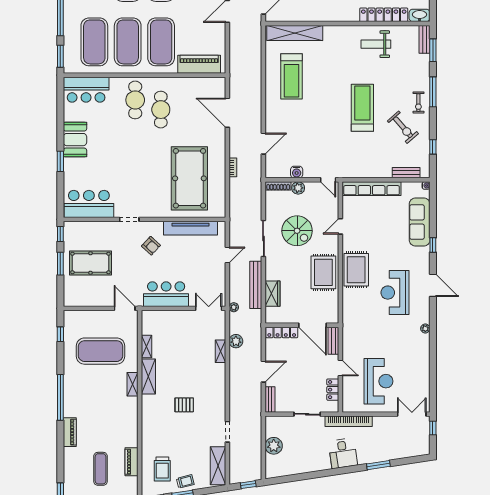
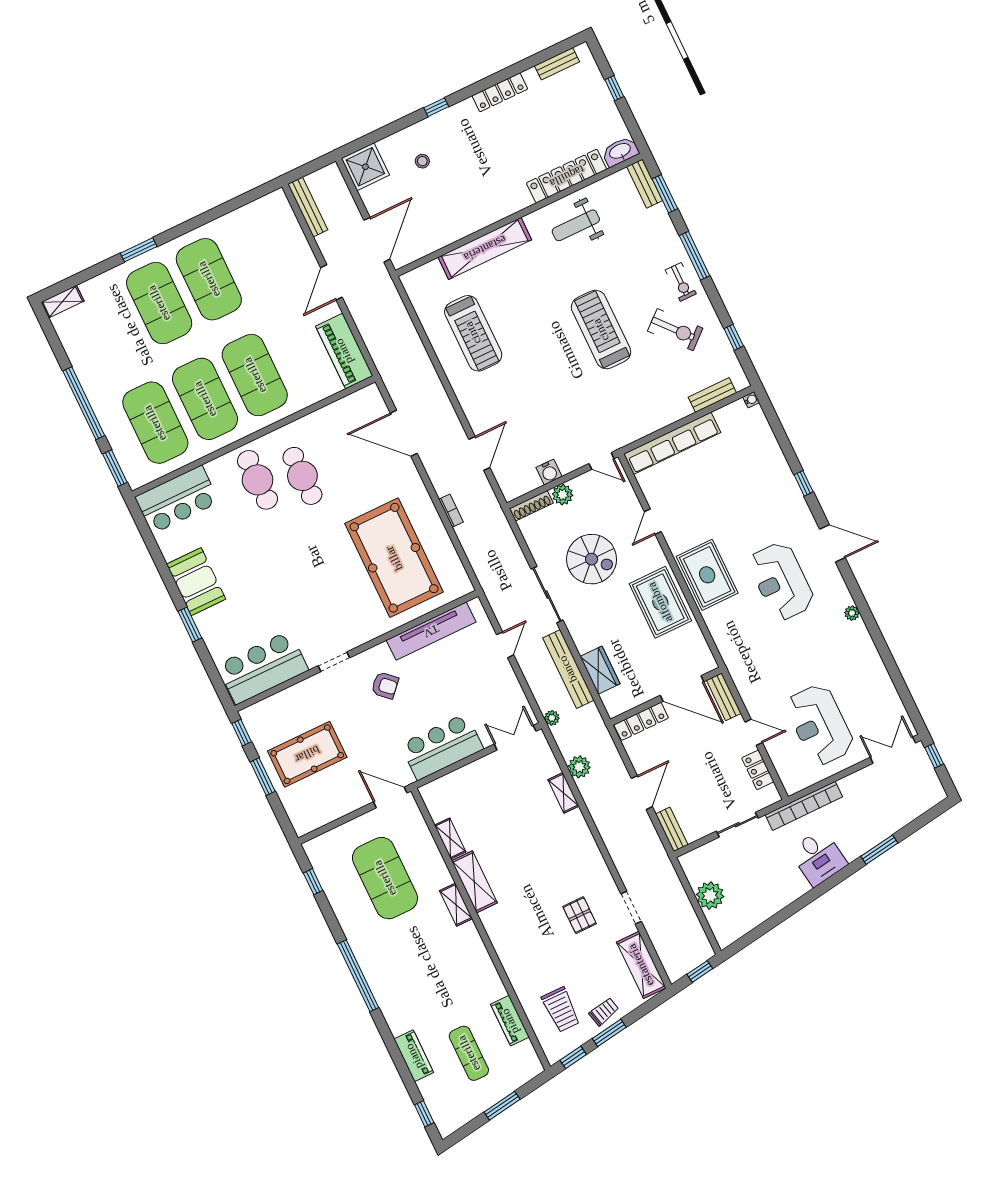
shelving: (295, 33) -> (485, 248), moved
piano: (199, 64) -> (344, 351), moved, turned -90
sofa: (420, 222) -> (768, 459), removed
exercise mat: (101, 351) -> (385, 878), turned 90
reception desk: (378, 381) -> (820, 725), turned 180
pallet: (184, 405) -> (580, 915), moved, turned 90
piano: (70, 432) -> (414, 1056), moved

